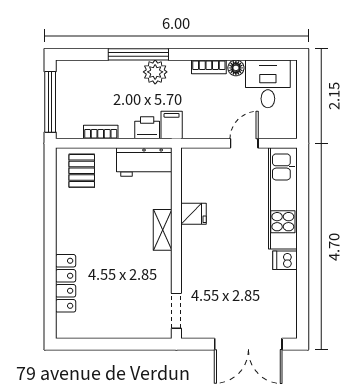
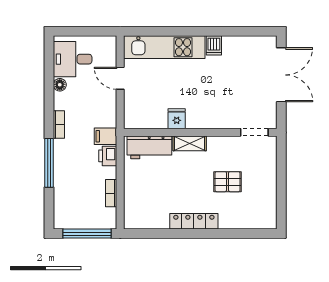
bookcase: (209, 67) -> (59, 125), moved
plant: (155, 72) -> (63, 149), removed
workbench: (144, 162) -> (149, 147), moved, turned 90
pallet: (82, 171) -> (228, 182), moved
locker: (66, 283) -> (194, 221), moved

